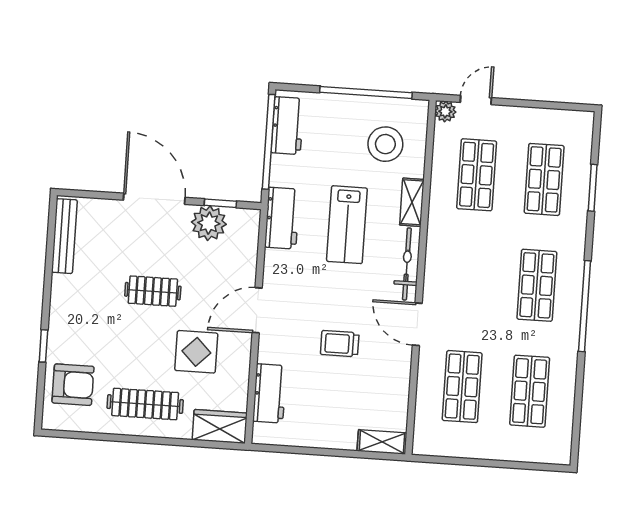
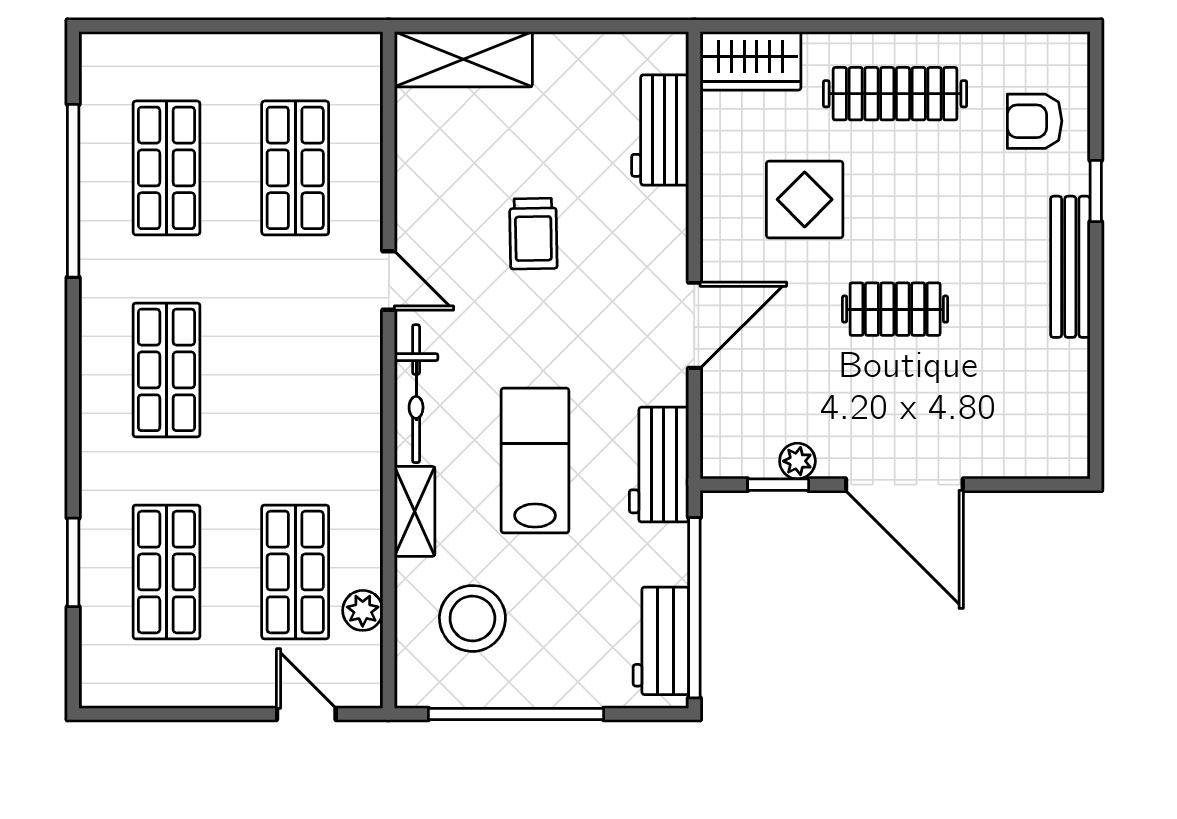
door: (476, 100) -> (306, 714), swing flipped
plant: (445, 111) -> (363, 610), moved
plant: (209, 223) -> (797, 461), width x0.53, depth x0.53
bench: (64, 236) -> (1070, 267), moved
window: (585, 306) -> (73, 191), moved
door: (257, 310) -> (694, 325), moved
door: (417, 324) -> (389, 281), width x0.73
trolley: (340, 344) -> (533, 234), turned 89
armchair: (73, 385) -> (1035, 121), width x0.72, depth x0.72
shelving: (382, 442) -> (463, 59), width x1.50, depth x1.33

